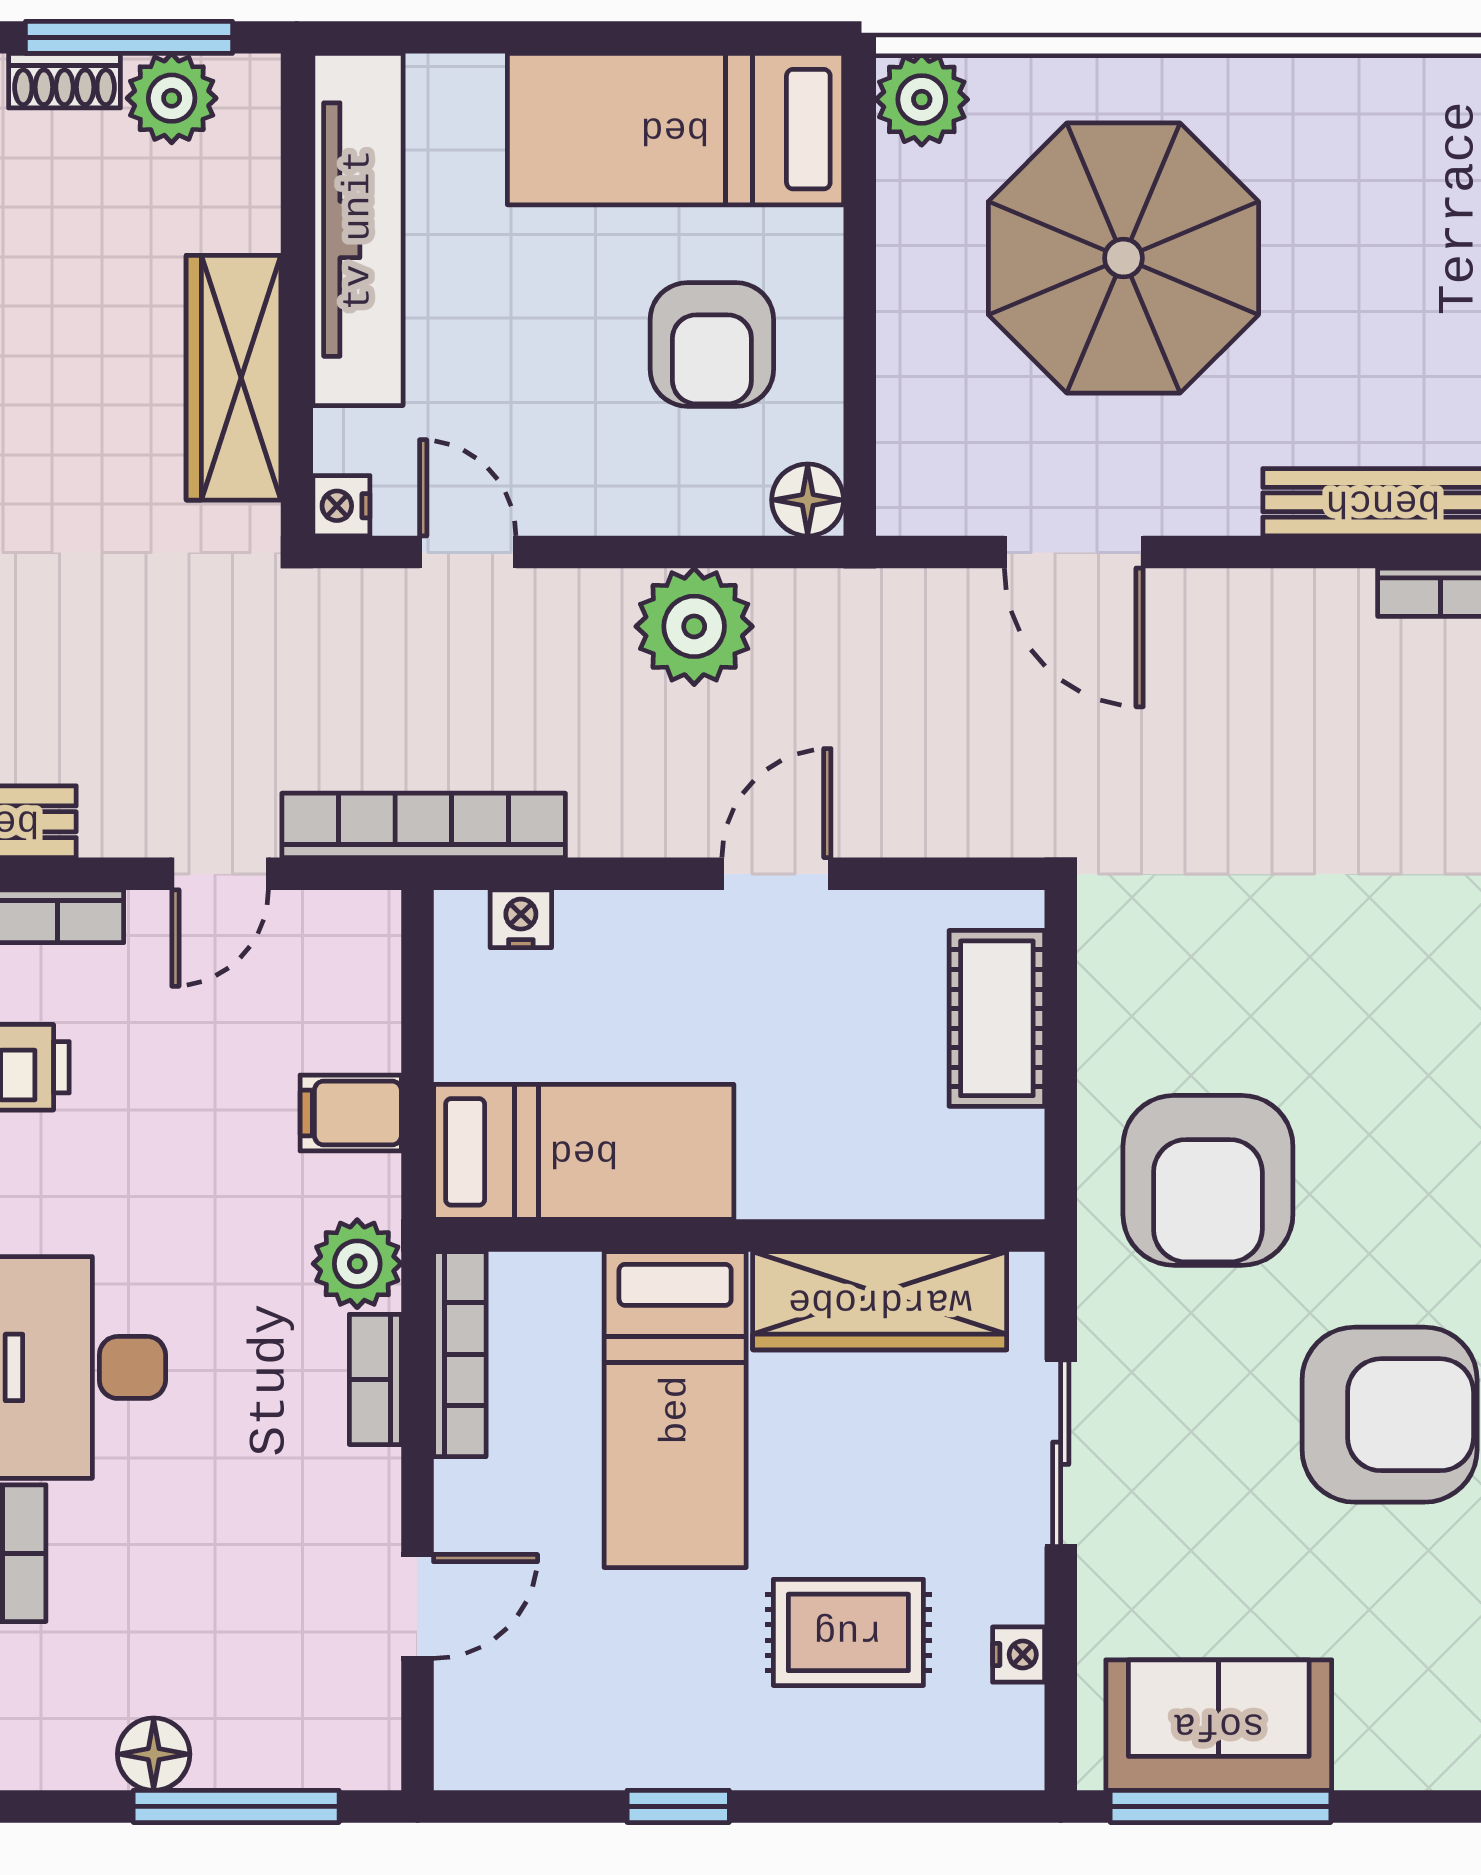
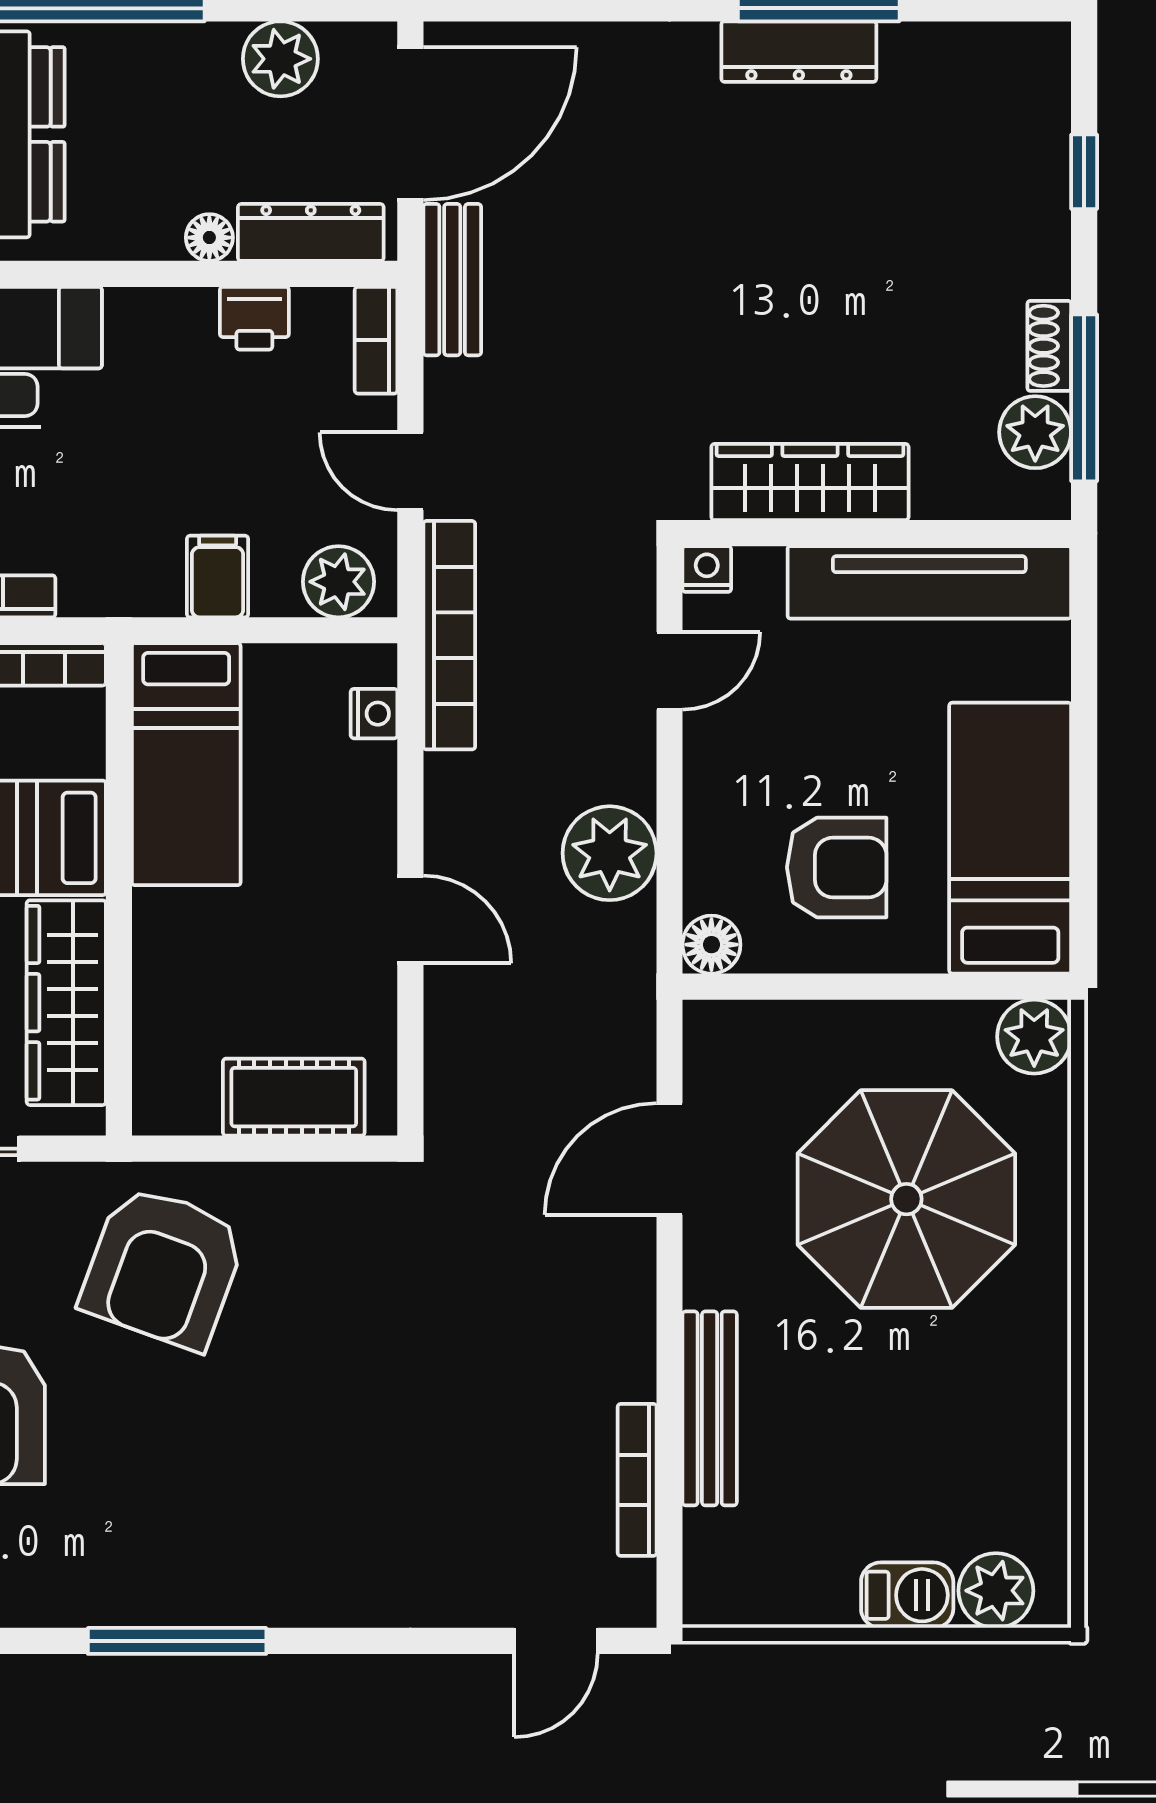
armchair: (712, 344) -> (837, 867), turned 180
armchair: (1208, 1180) -> (163, 1267), turned -70
plant: (357, 1264) -> (338, 582), moved

